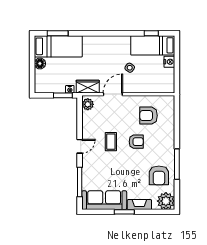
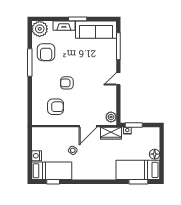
coffee table: (111, 142) -> (90, 83), removed
armchair: (159, 175) -> (46, 52), turned 180

